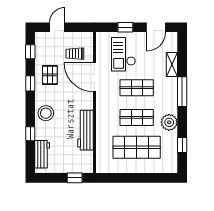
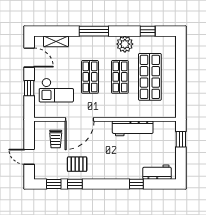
shelving: (172, 65) -> (56, 41), moved
window: (30, 83) -> (75, 184), moved
stool: (46, 113) -> (116, 168), removed

